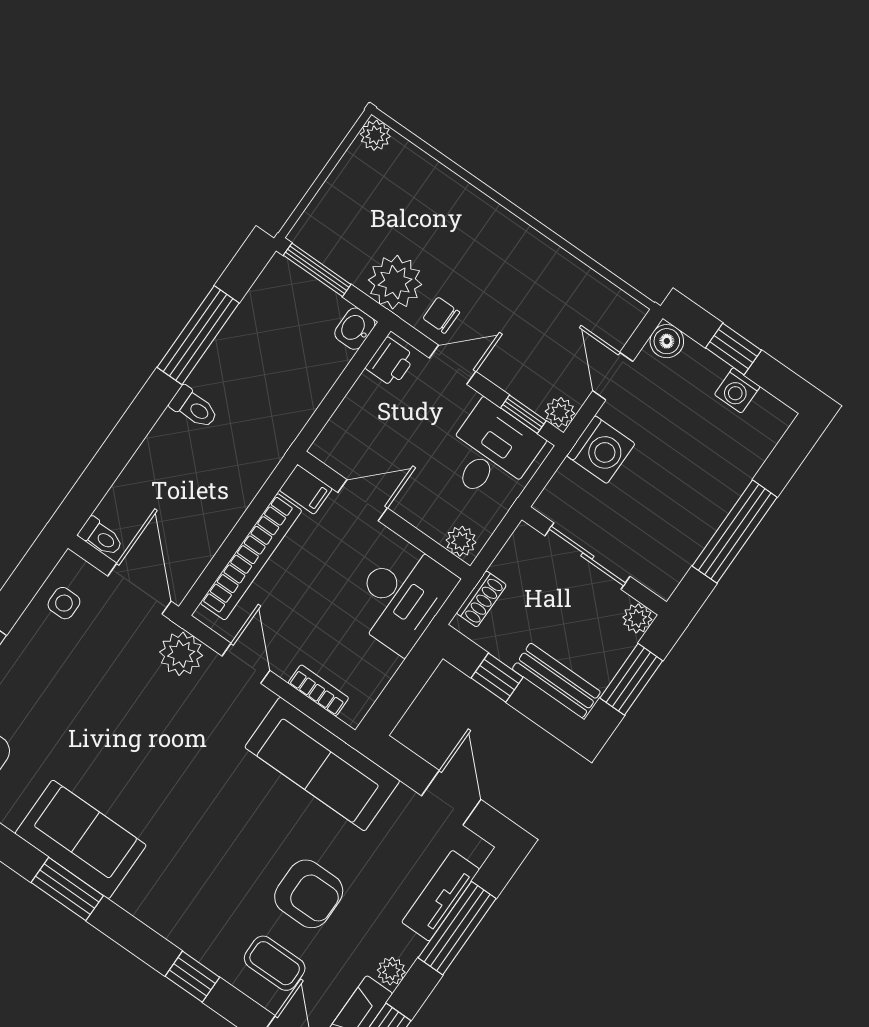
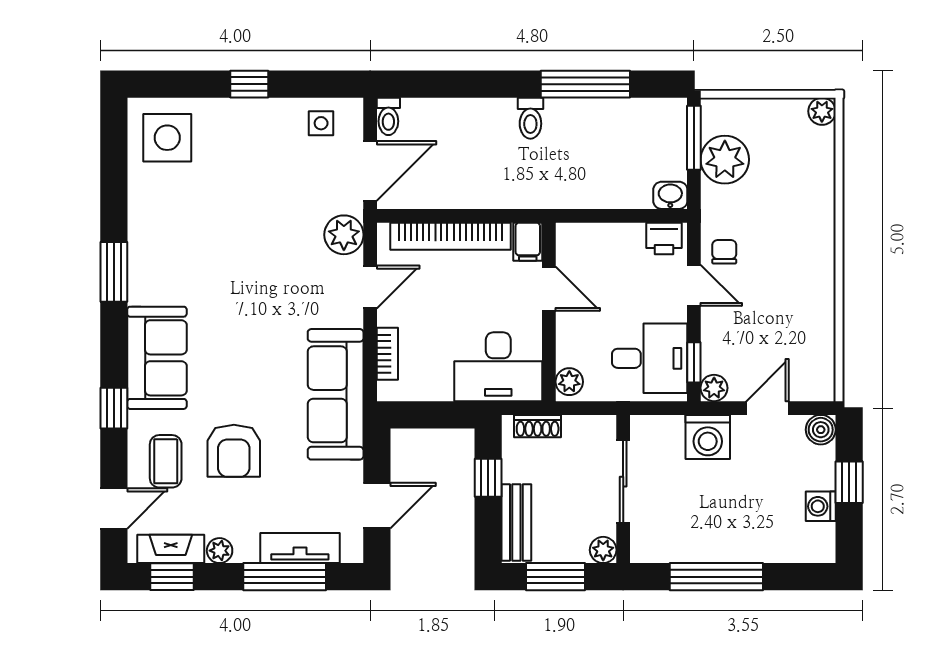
plant: (395, 282) -> (725, 160), moved
sofa: (81, 839) -> (157, 358), moved

